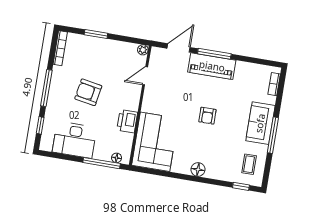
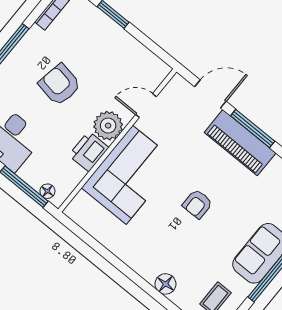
plant: (143, 50) -> (108, 126), moved, width x1.87, depth x1.87
corner sofa: (155, 142) -> (129, 175), moved
floor lamp: (198, 169) -> (165, 284), moved

